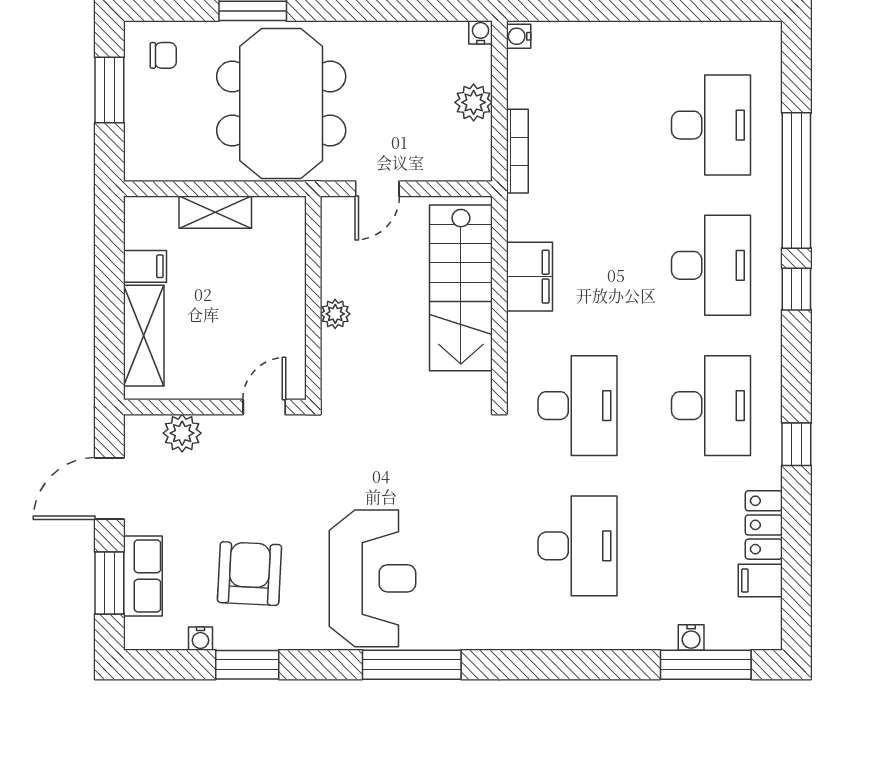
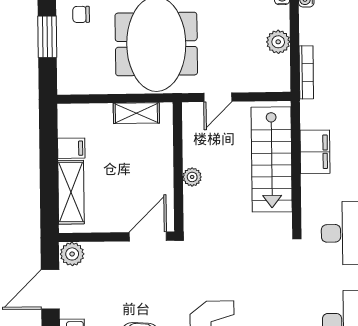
chair: (163, 55) -> (81, 14), turned 180
shelving: (215, 212) -> (136, 113), moved
door: (264, 407) -> (148, 237), width x1.38
plant: (182, 433) -> (72, 254), moved

